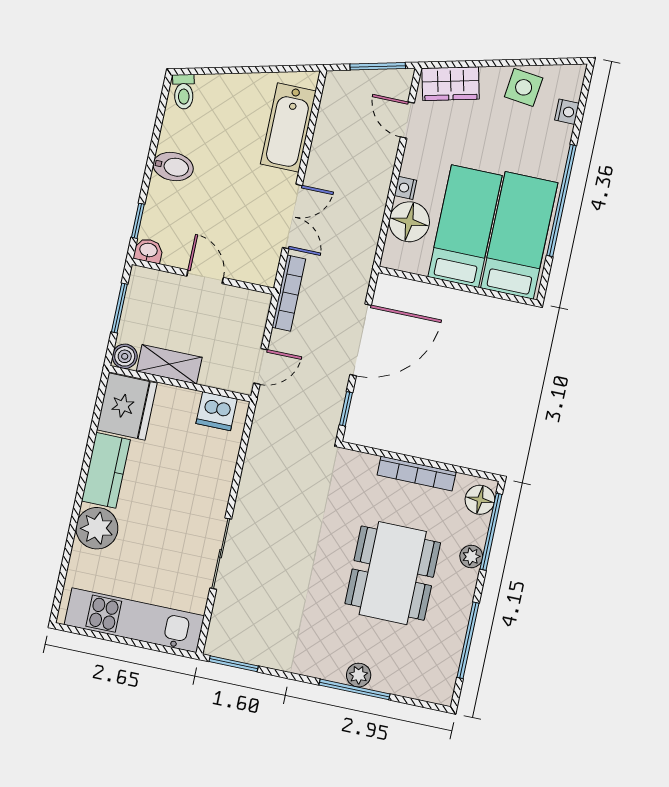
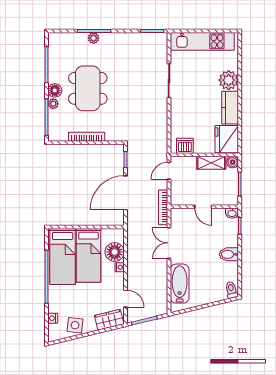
floor lamp: (480, 500) -> (55, 90), moved

